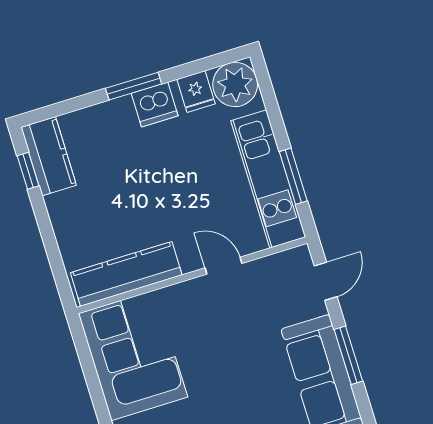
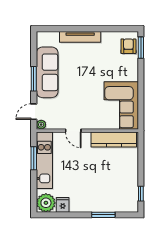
window: (134, 86) -> (103, 215), moved
dishwasher: (155, 105) -> (81, 205), removed
kitchen counter: (49, 156) -> (131, 197), removed
plant: (300, 257) -> (41, 125), added

